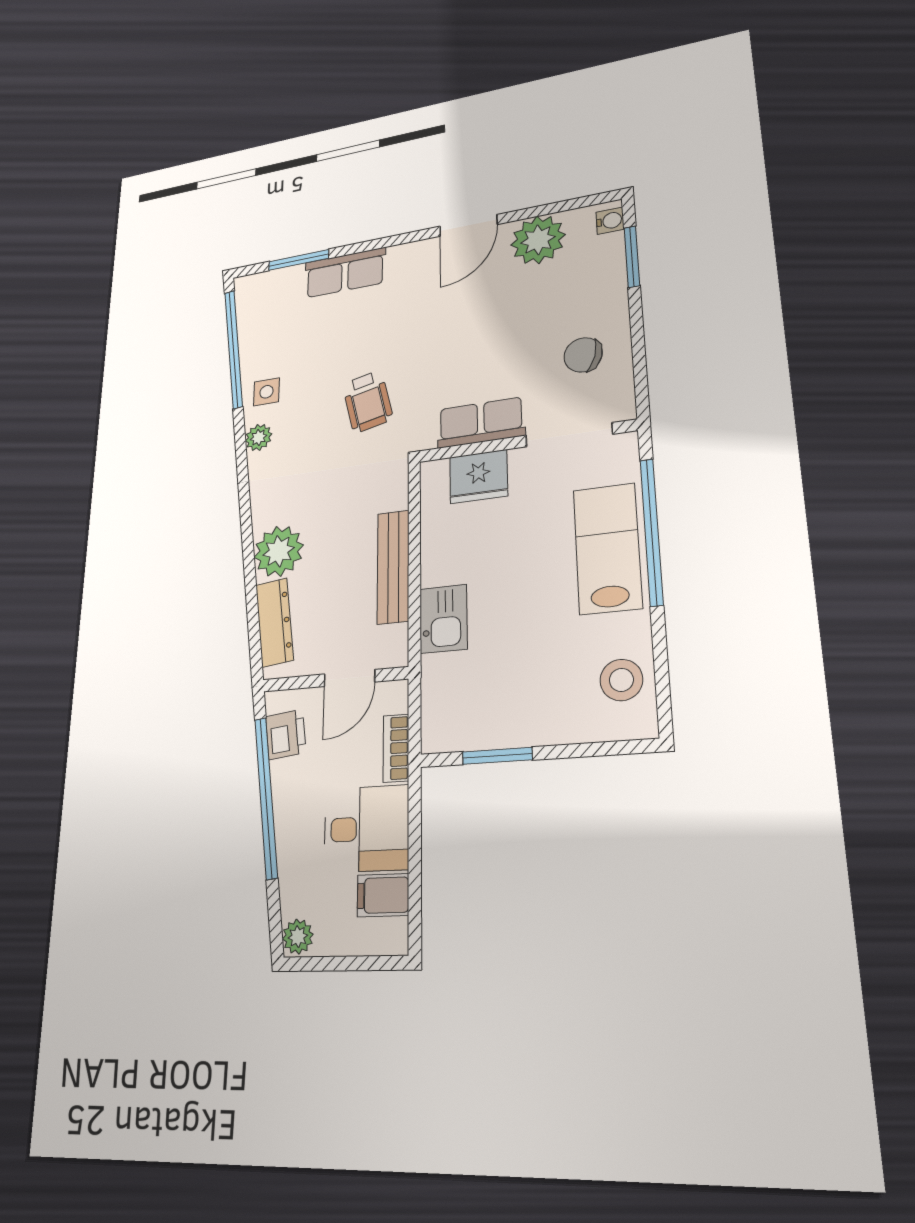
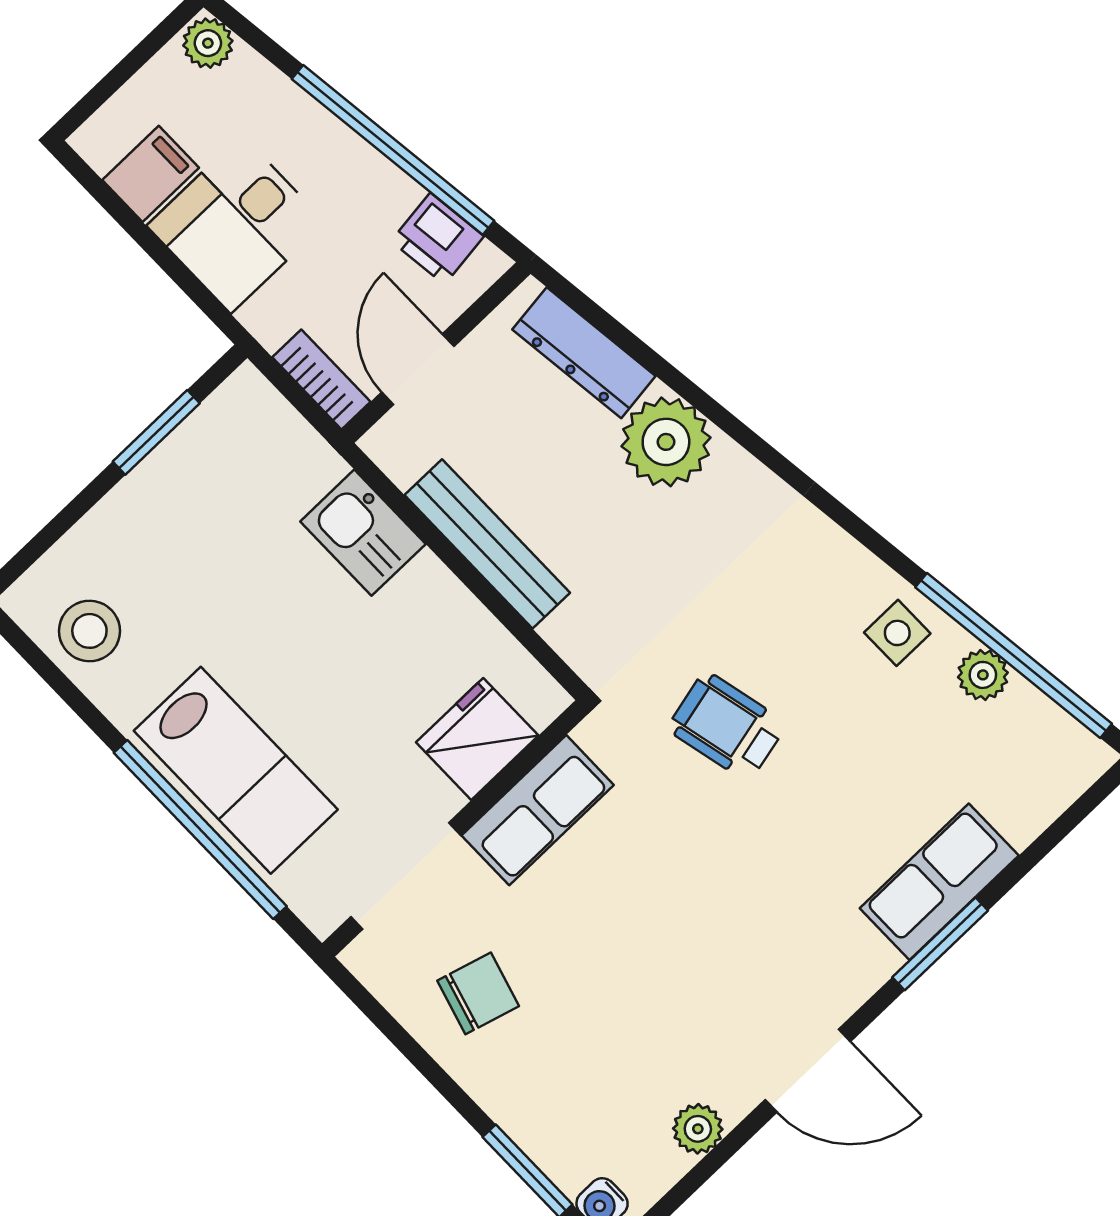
door: (468, 225) -> (808, 1071), swing flipped
plant: (538, 240) -> (698, 1129), width x0.53, depth x0.53
window: (299, 260) -> (940, 944), moved
plant: (259, 437) -> (983, 675), moved
bookcase: (396, 748) -> (321, 379), moved

